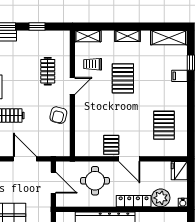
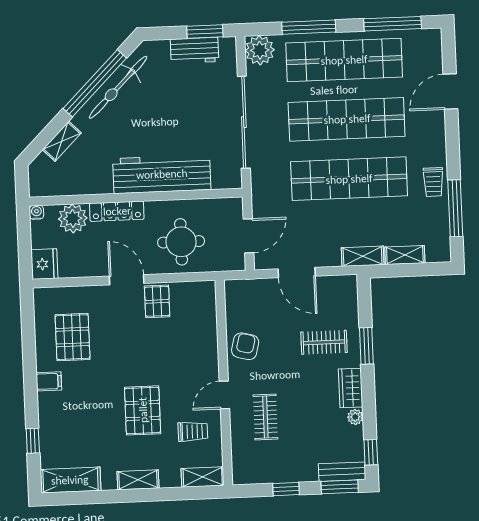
filing cabinet: (180, 76) -> (49, 381), moved
door: (53, 183) -> (249, 236), swing flipped

